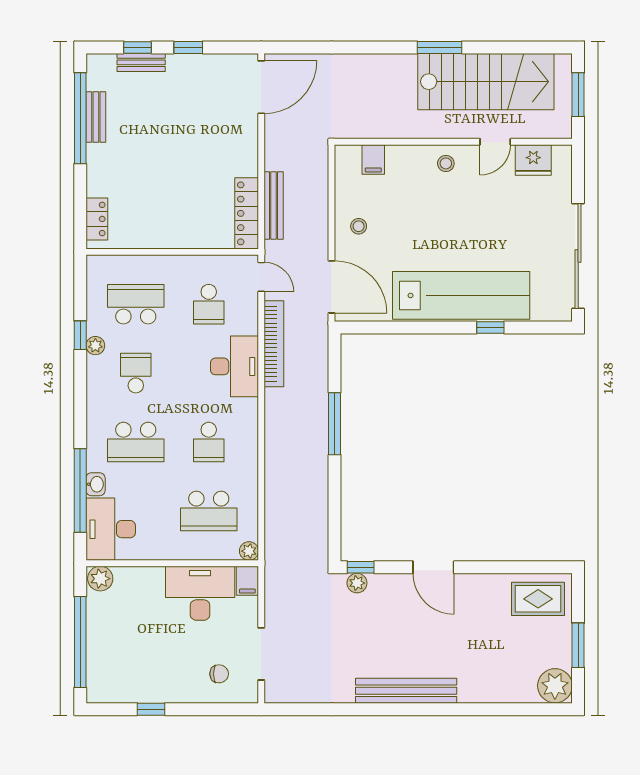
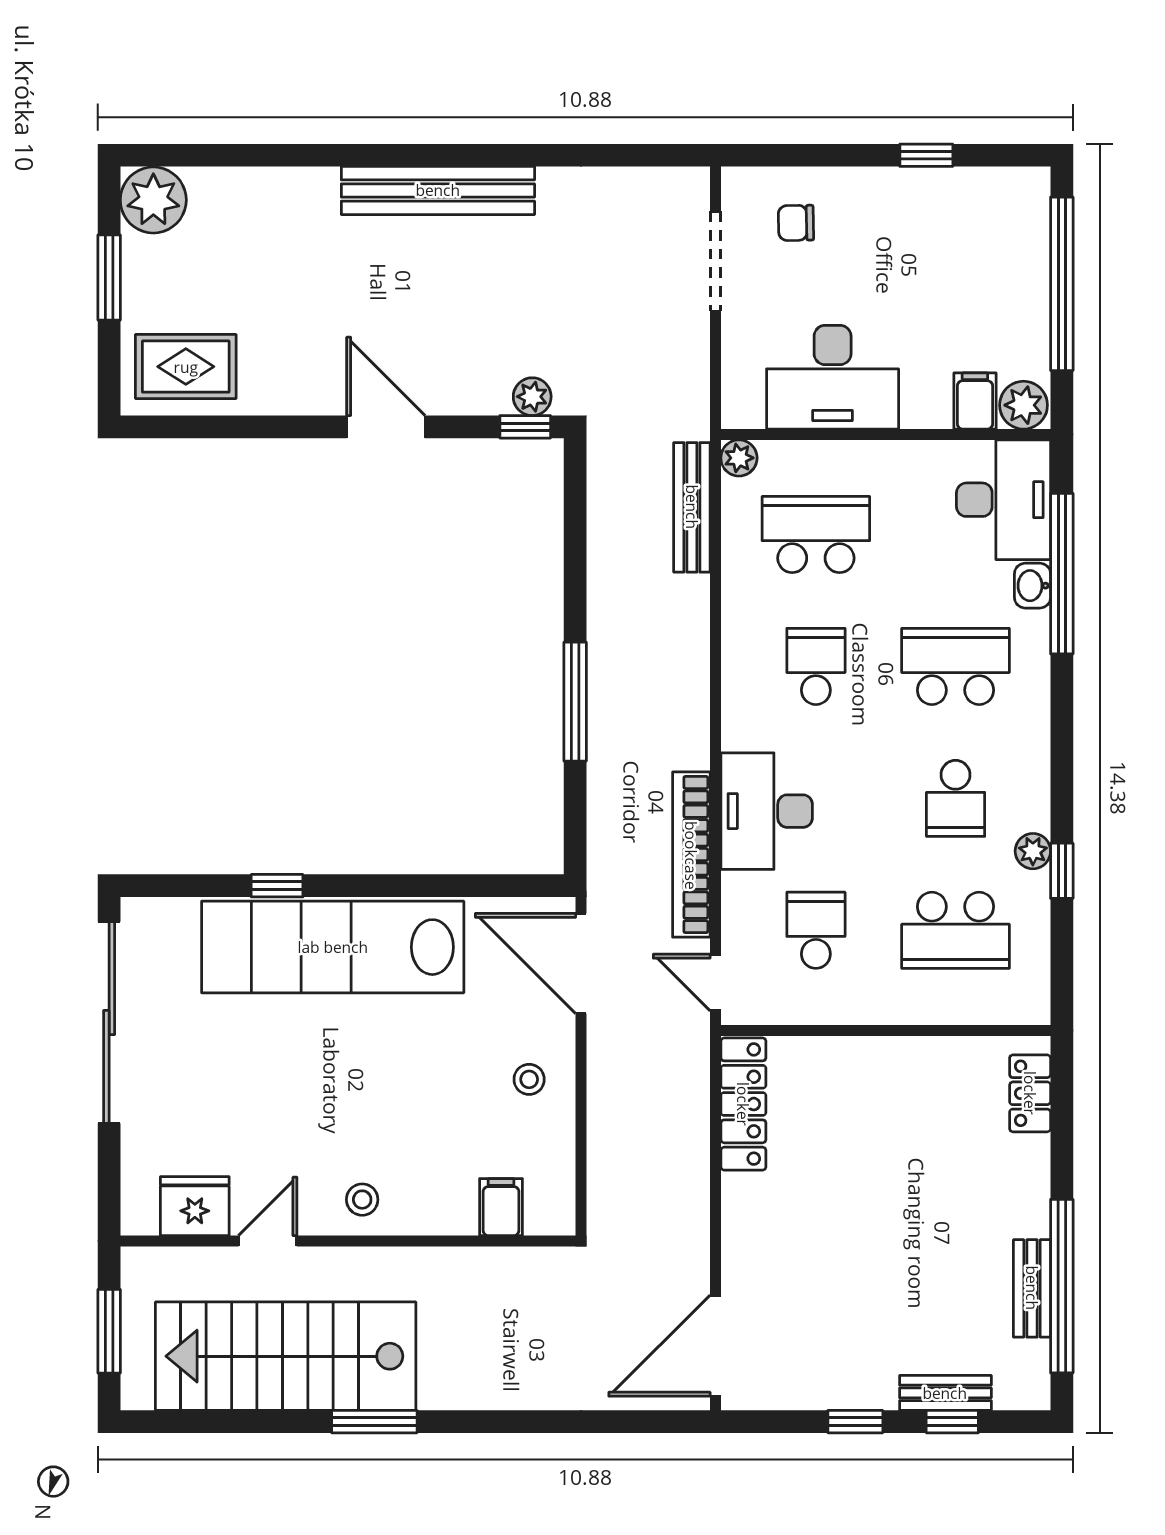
bench: (274, 205) -> (692, 507), moved
filing cabinet: (247, 581) -> (975, 401), moved

